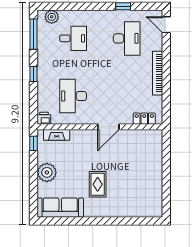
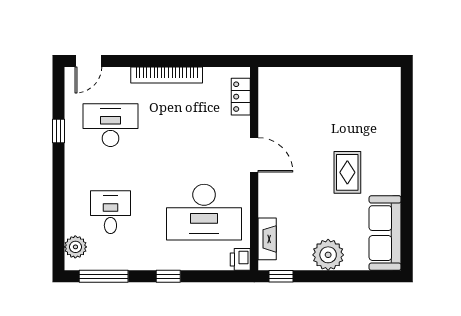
desk: (73, 96) -> (204, 212), width x1.36, depth x1.30
rug: (98, 184) -> (347, 172), turned 90

